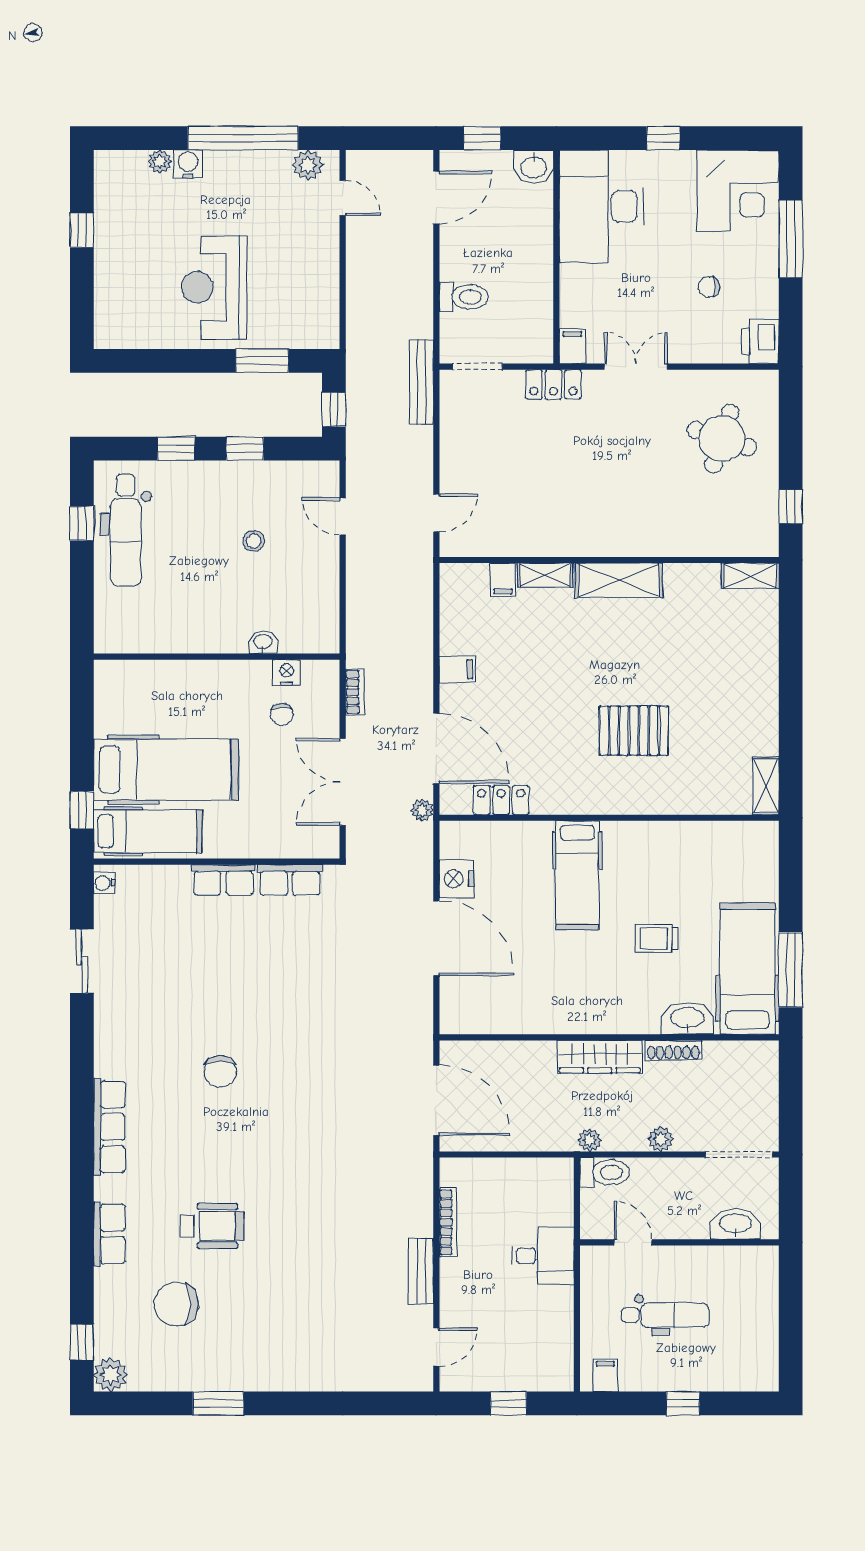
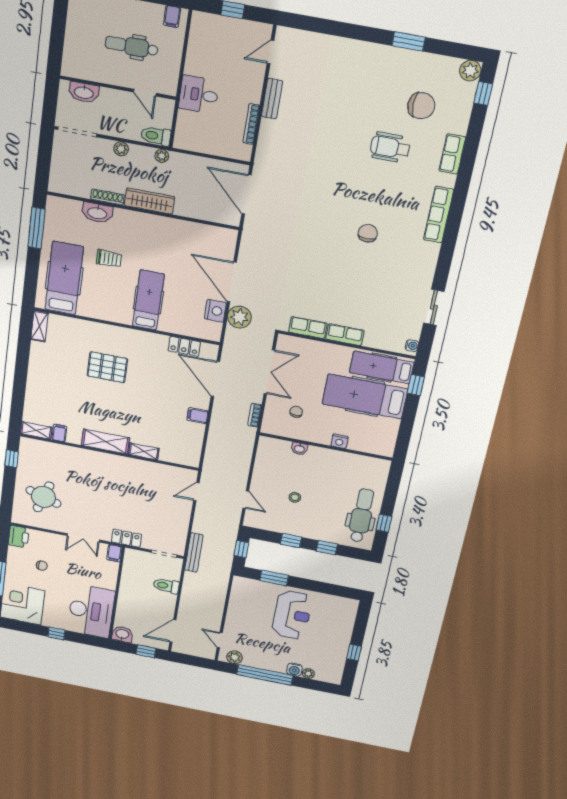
filing cabinet: (503, 580) -> (59, 433), moved
nightstand: (287, 672) -> (339, 441), moved
plant: (422, 810) -> (239, 317), moved, width x1.88, depth x1.88
hospital bed: (747, 969) -> (64, 278), moved, turned 180

